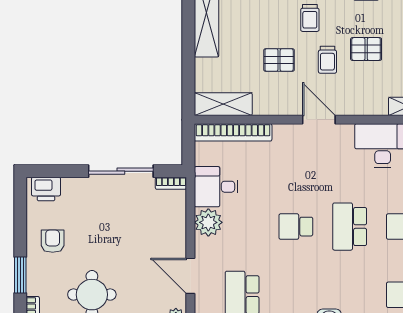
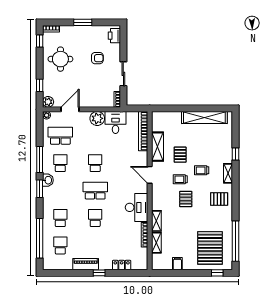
shelving: (223, 104) -> (158, 147), moved
door: (319, 120) -> (150, 175), swing flipped
sliding door: (121, 171) -> (123, 74), width x0.73
armchair: (53, 241) -> (97, 58), moved
window: (20, 275) -> (83, 22), moved
school desk: (296, 295) -> (60, 163), added

